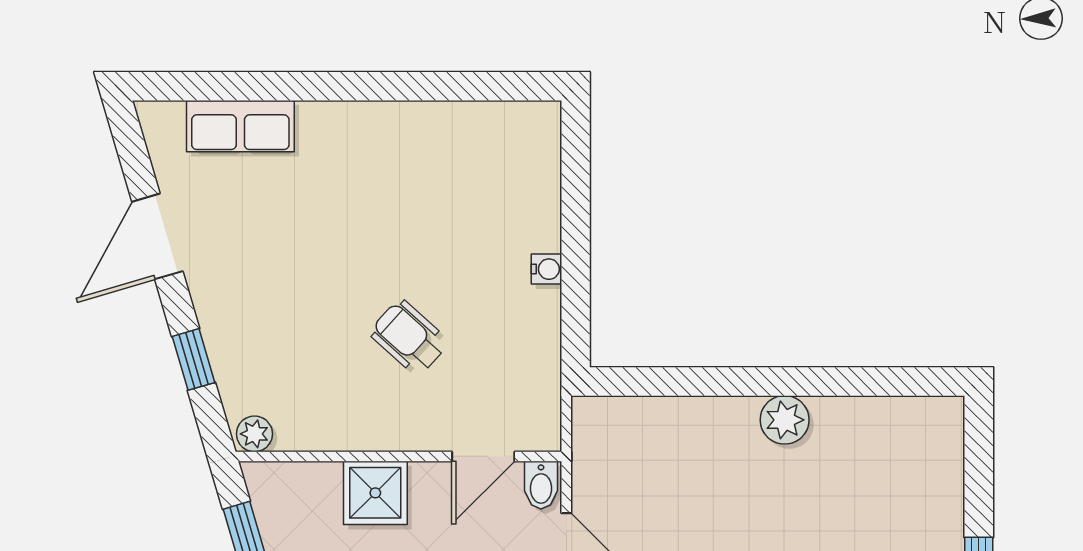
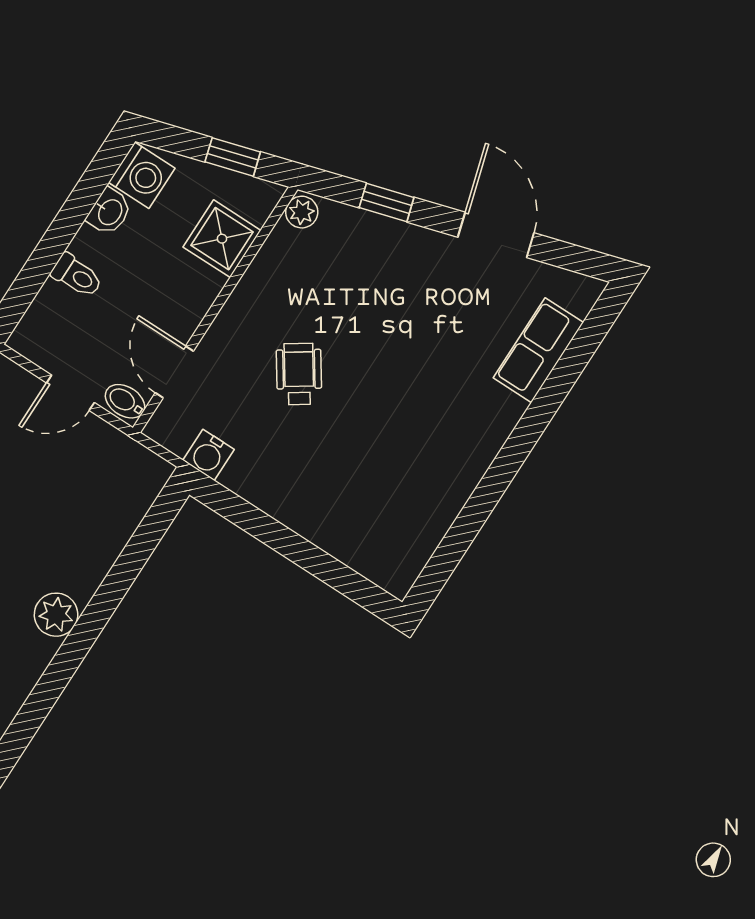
water cooler: (546, 269) -> (208, 455), moved, width x1.38, depth x1.38
wheelchair: (409, 337) -> (299, 374), turned -76
shower: (375, 493) -> (222, 239), moved

